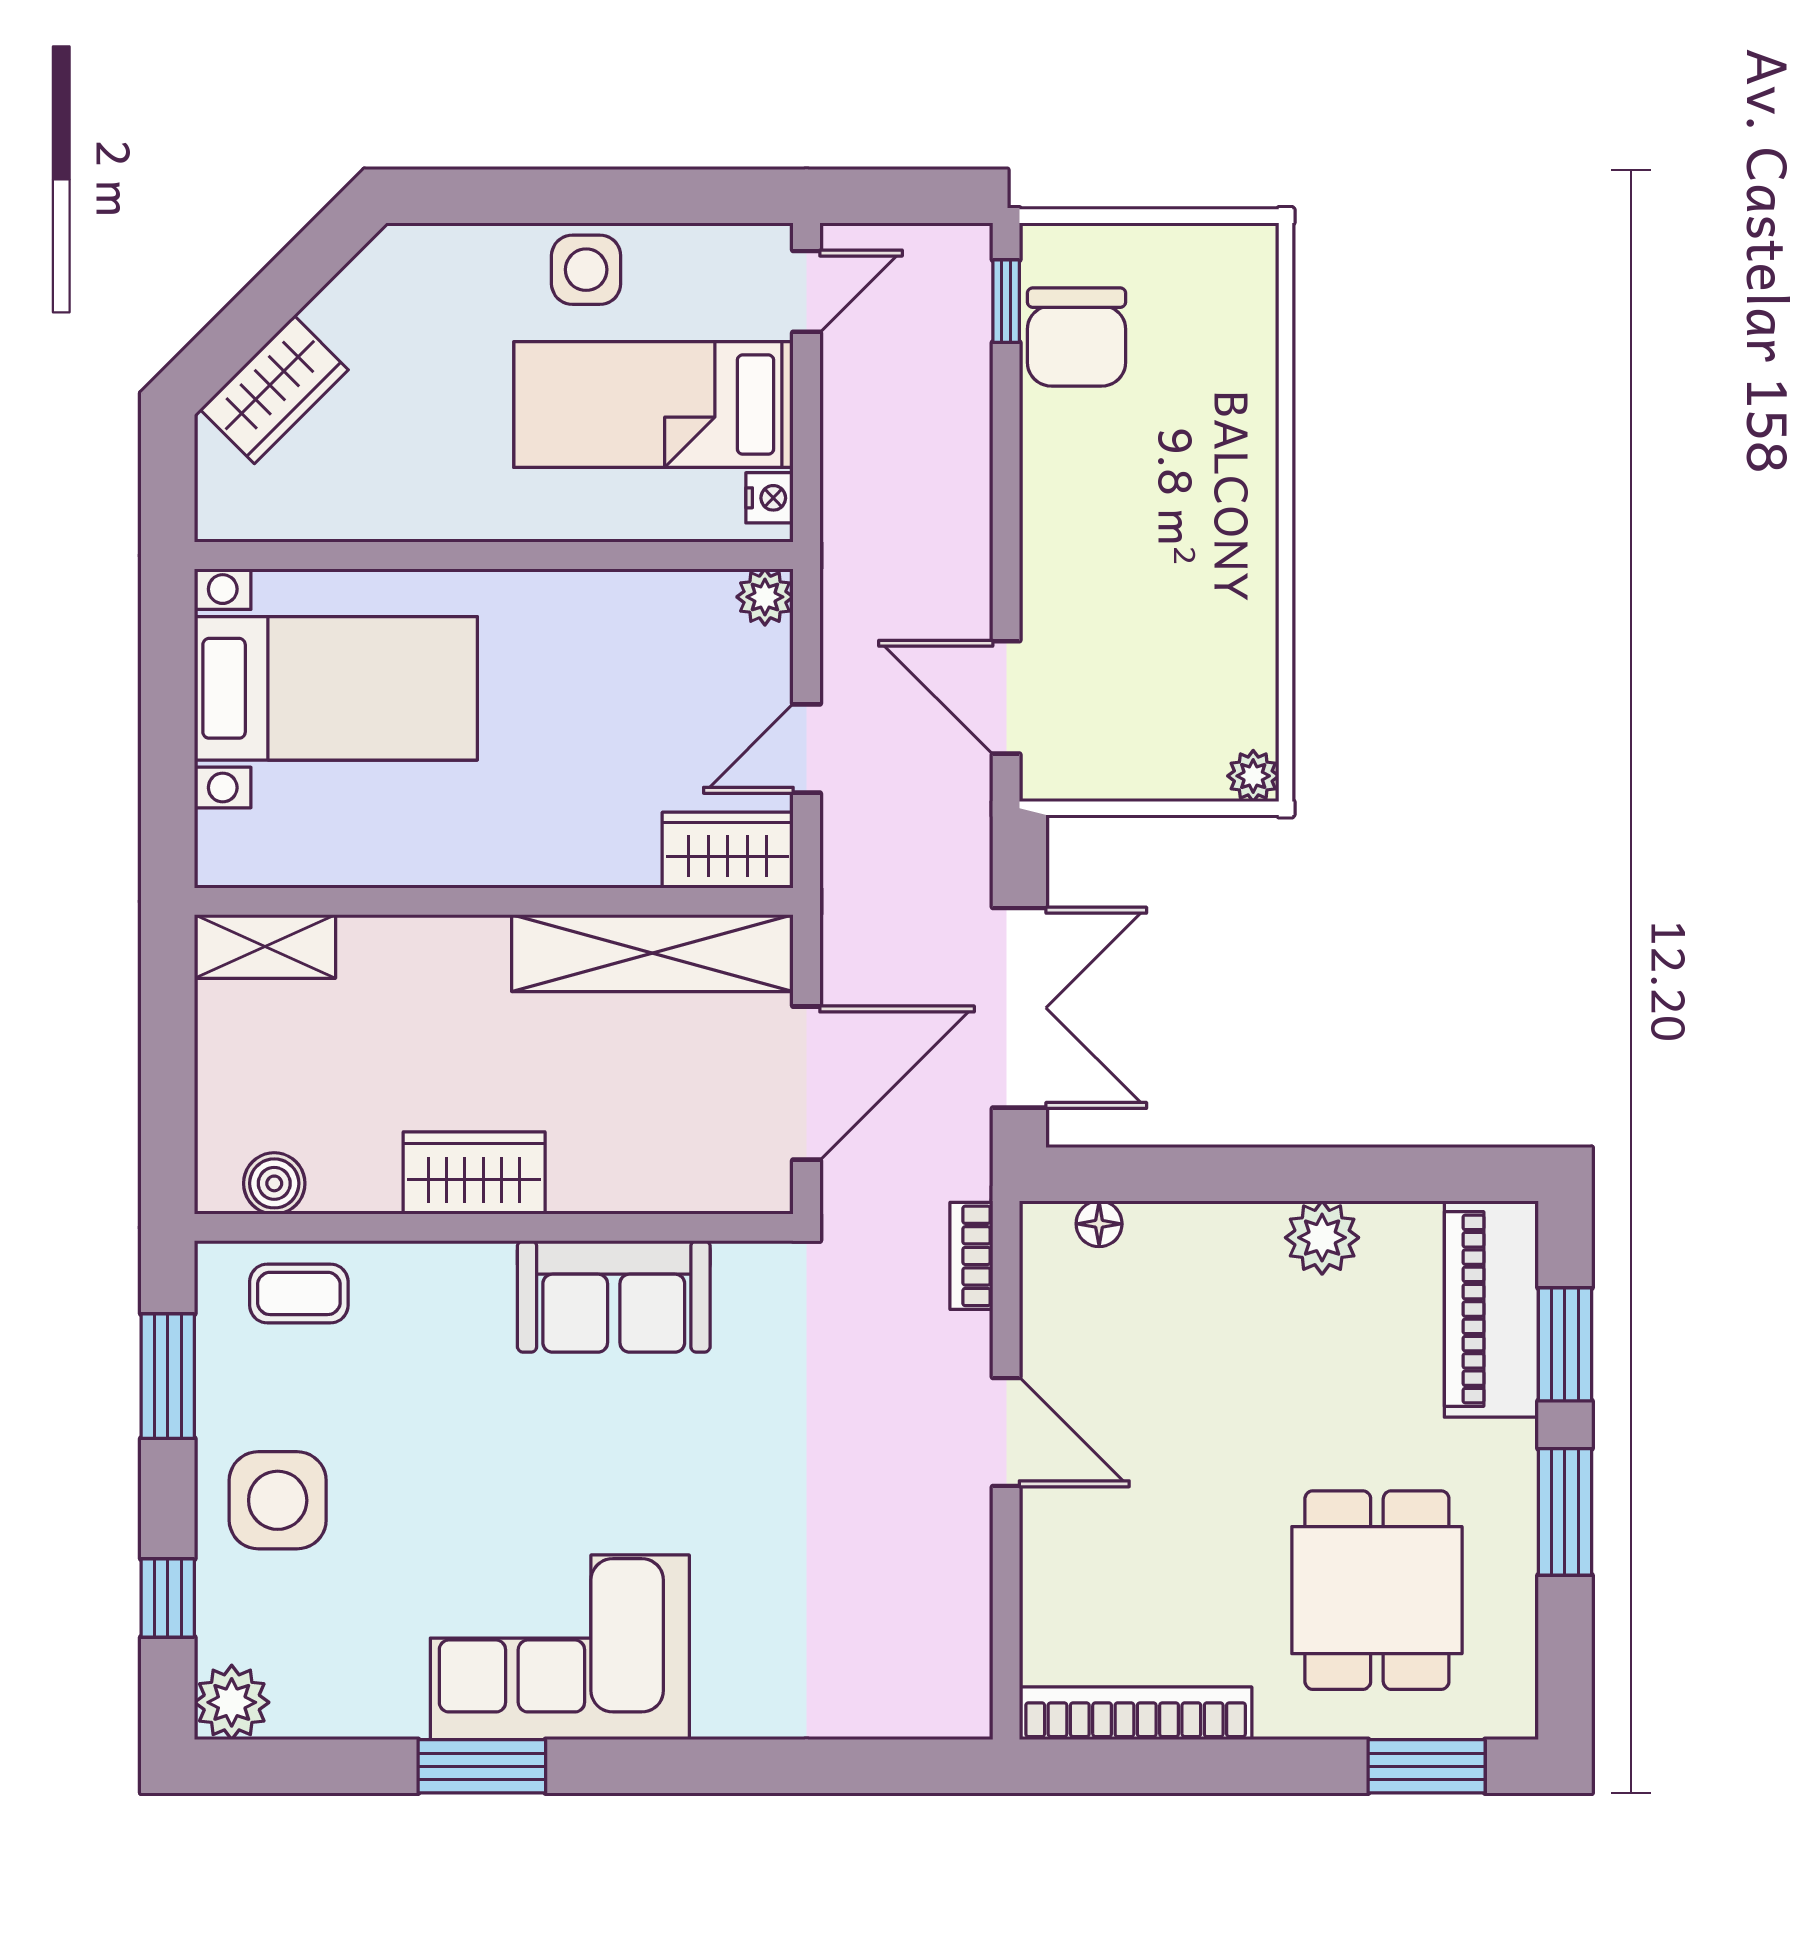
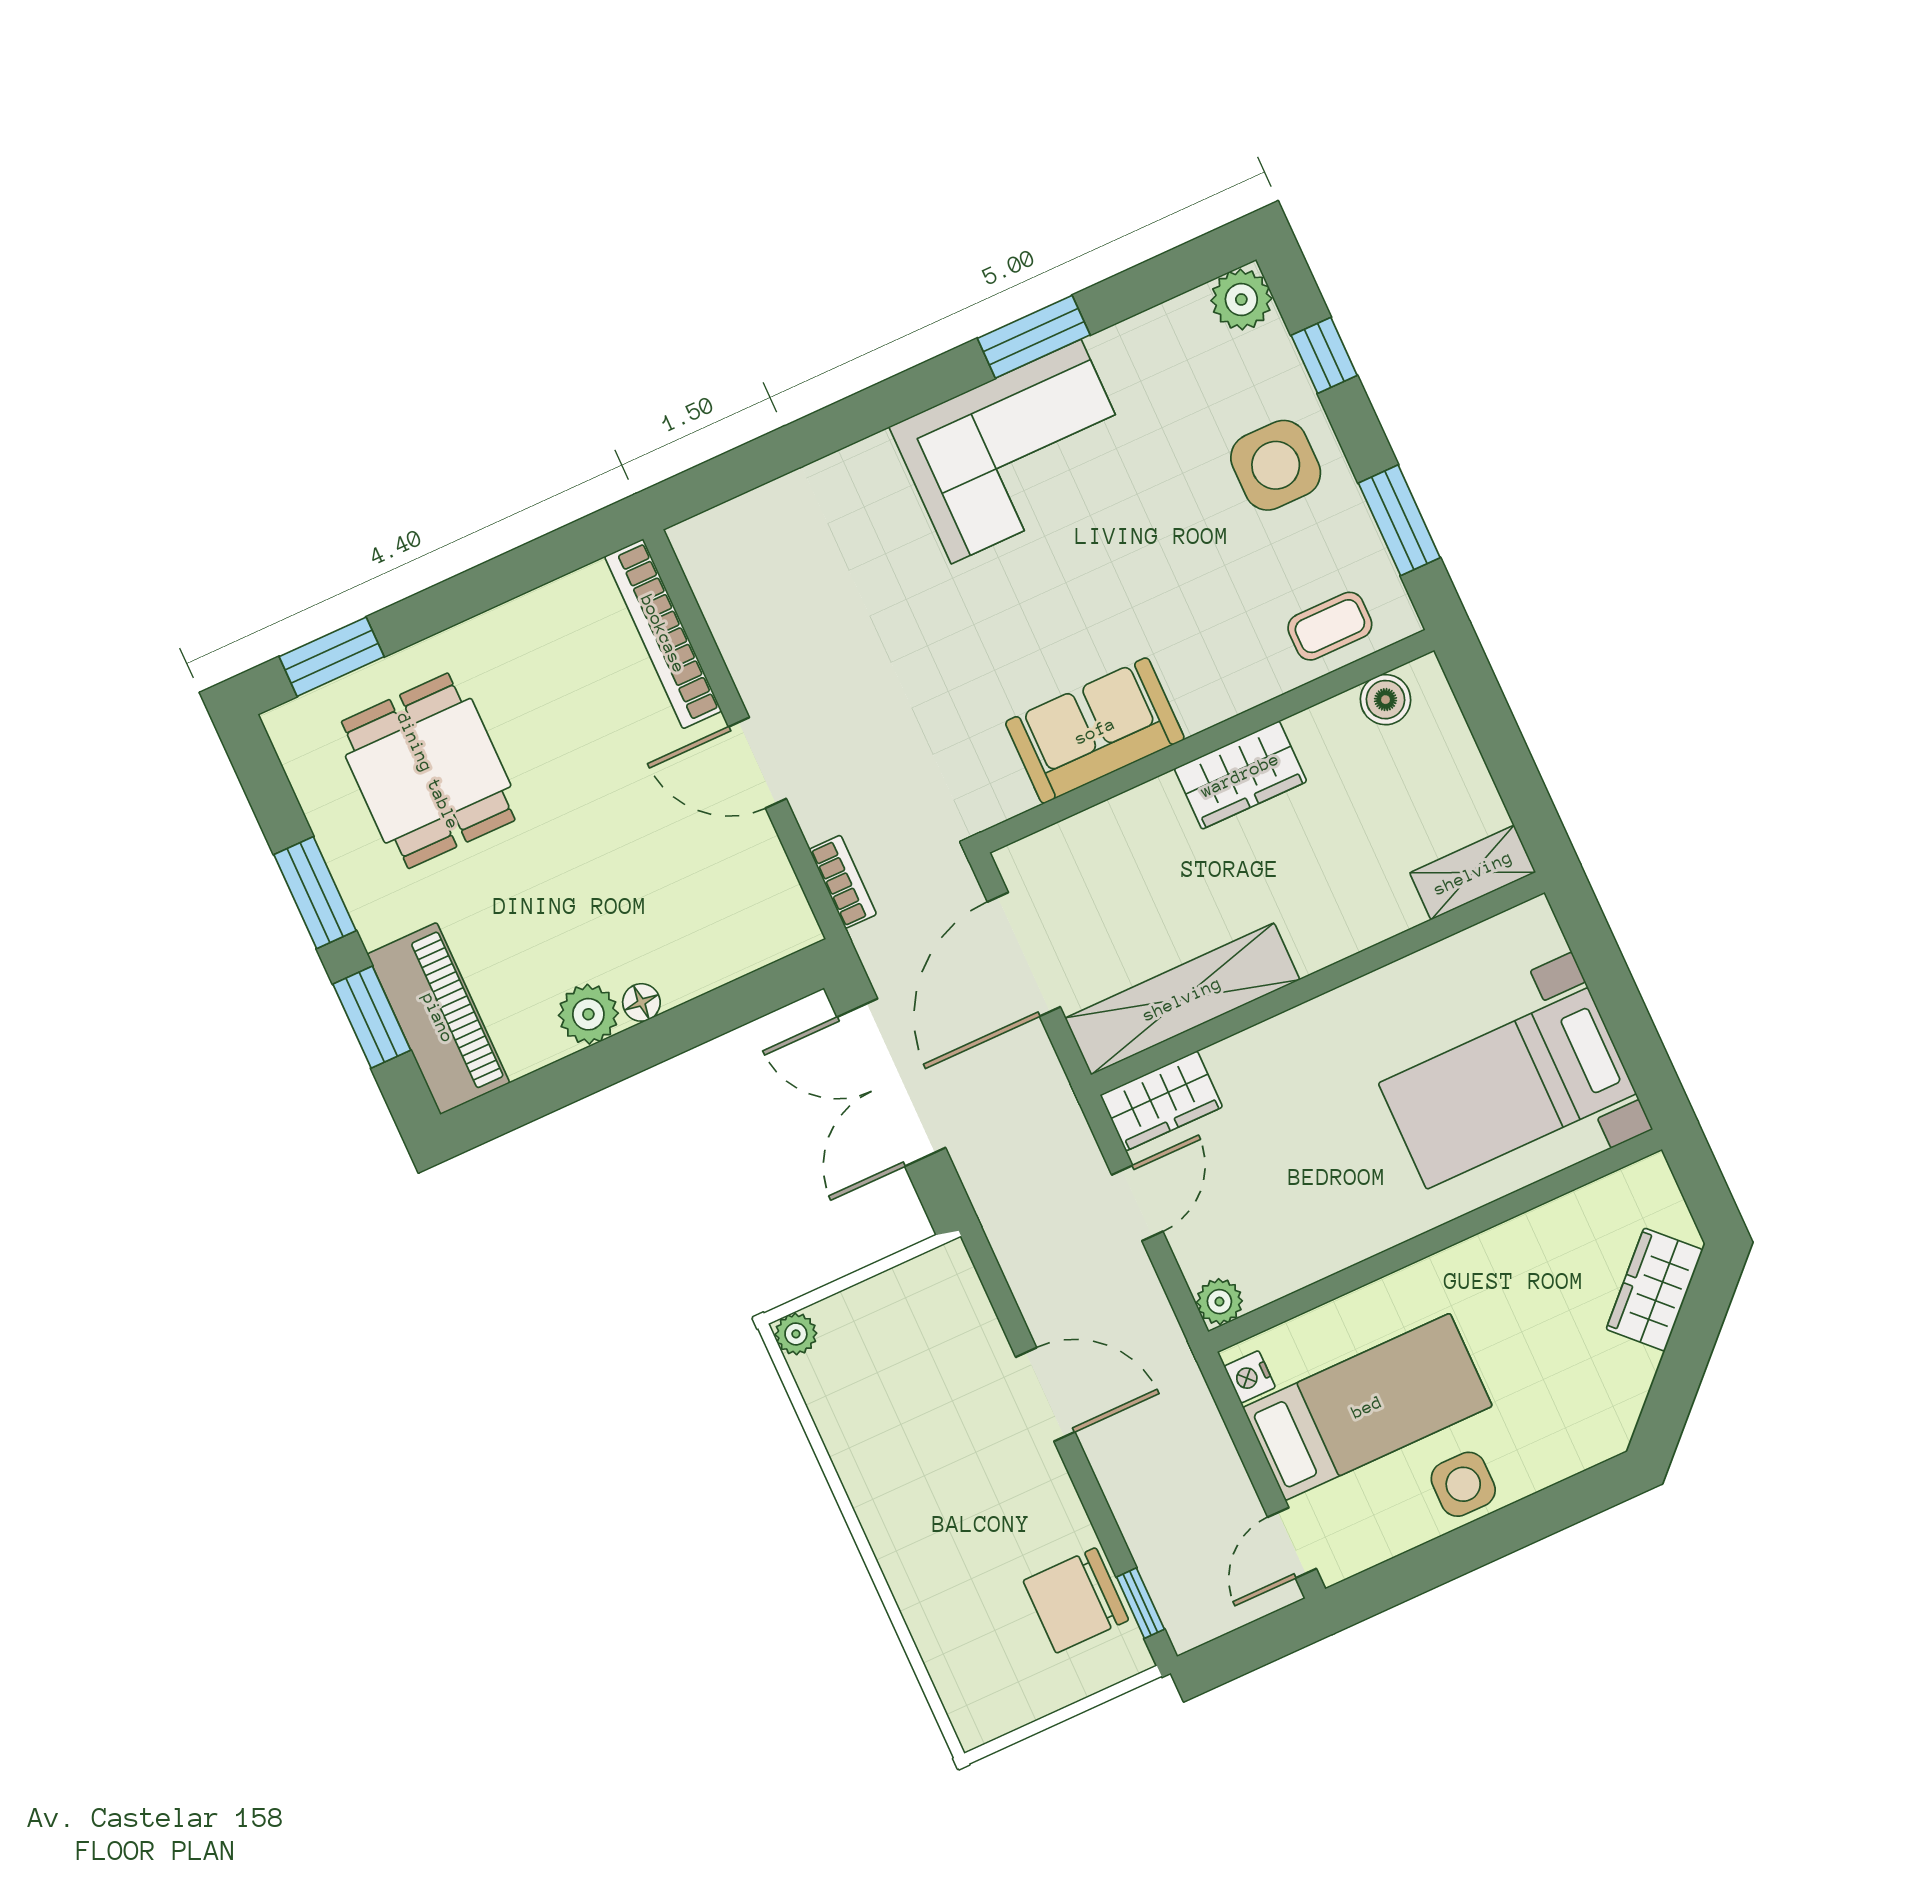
chair: (1076, 337) -> (1076, 1600), turned -90
door: (1006, 697) -> (1045, 1394), moved
floor lamp: (1099, 1224) -> (641, 1002), moved
bookcase: (1136, 1713) -> (663, 634), moved, turned 90

